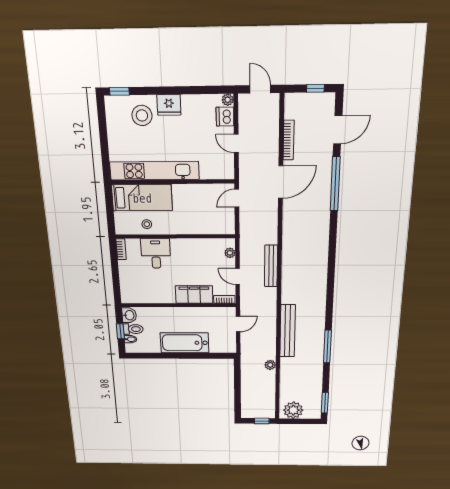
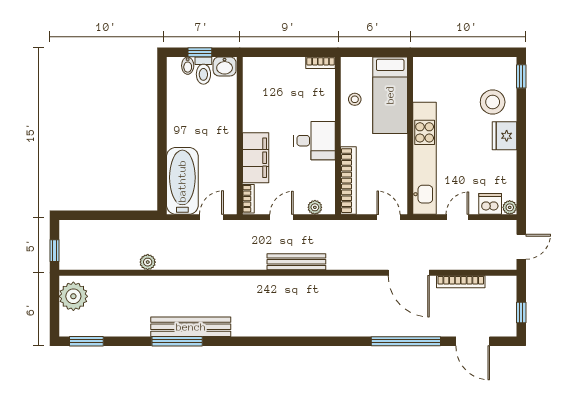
kitchen unit: (154, 171) -> (425, 158), moved
bookcase: (209, 229) -> (348, 181), added
desk: (156, 253) -> (314, 141), moved
door: (238, 324) -> (212, 217), swing flipped
bench: (288, 331) -> (191, 327), moved
bathtub: (185, 343) -> (182, 181), moved

